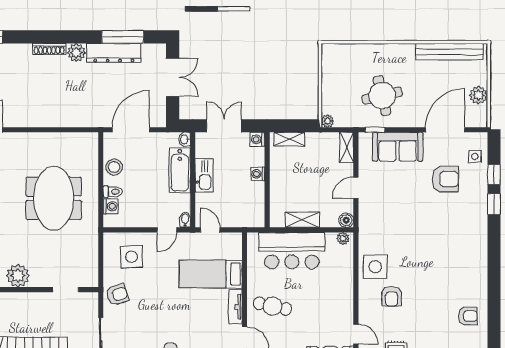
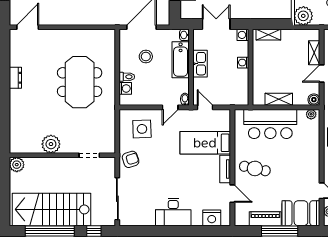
plant: (327, 121) -> (303, 16), width x1.88, depth x1.88
shelving: (347, 147) -> (314, 53), moved
stool: (114, 167) -> (146, 57), moved

